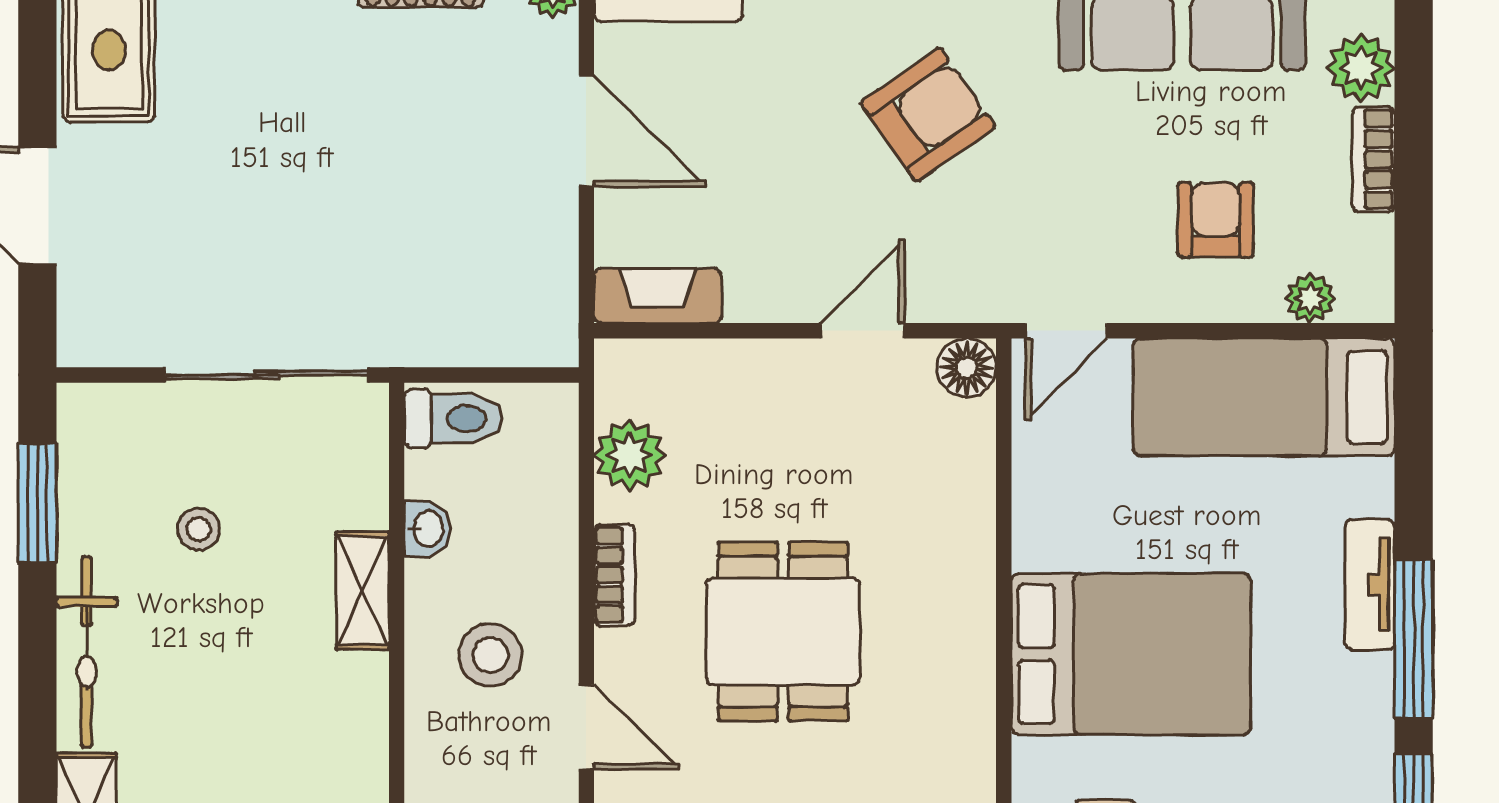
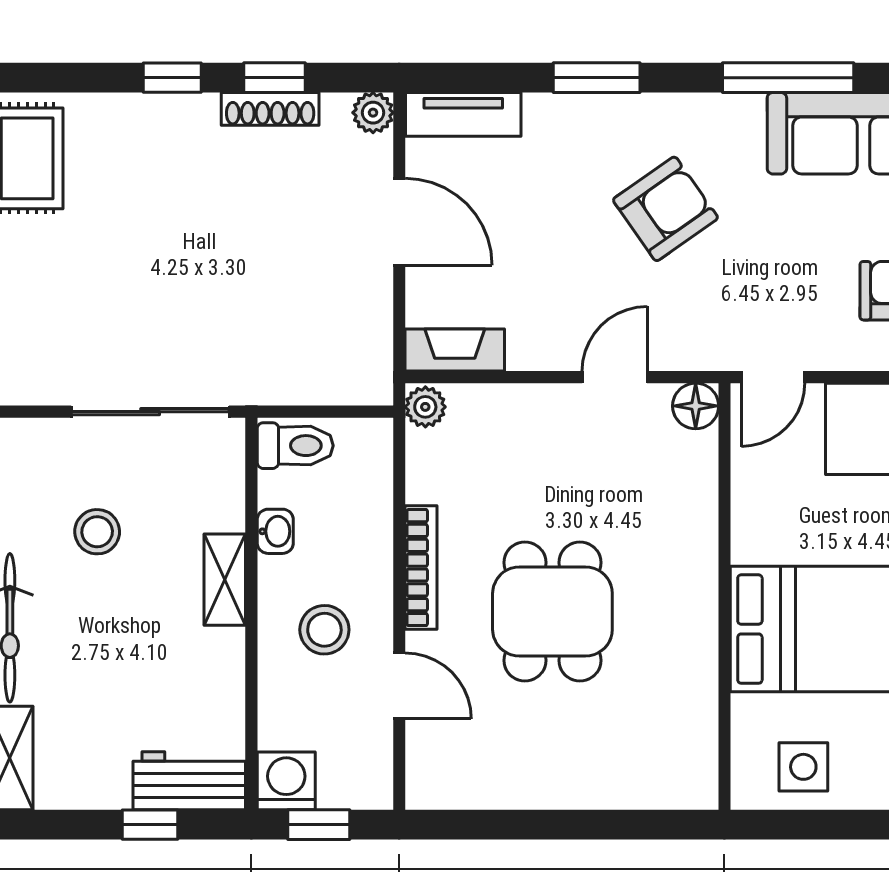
plant: (630, 455) -> (425, 407), moved, width x0.73, depth x0.73
stool: (199, 529) -> (97, 532), width x1.37, depth x1.37
bookcase: (614, 575) -> (421, 568), width x1.56

